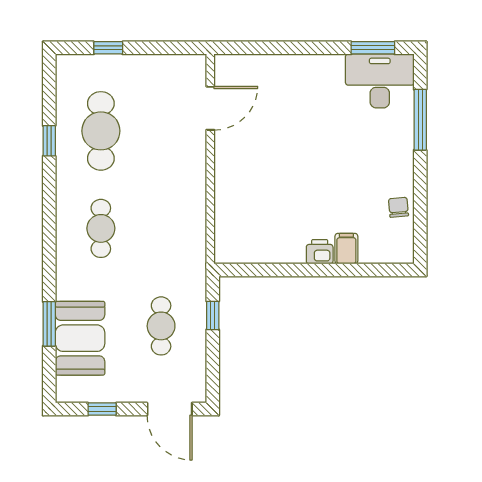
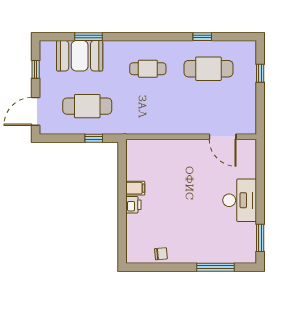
desk: (380, 81) -> (240, 200), moved
filing cabinet: (346, 249) -> (135, 188), moved
cafe table: (161, 326) -> (87, 106), width x1.37, depth x1.35

